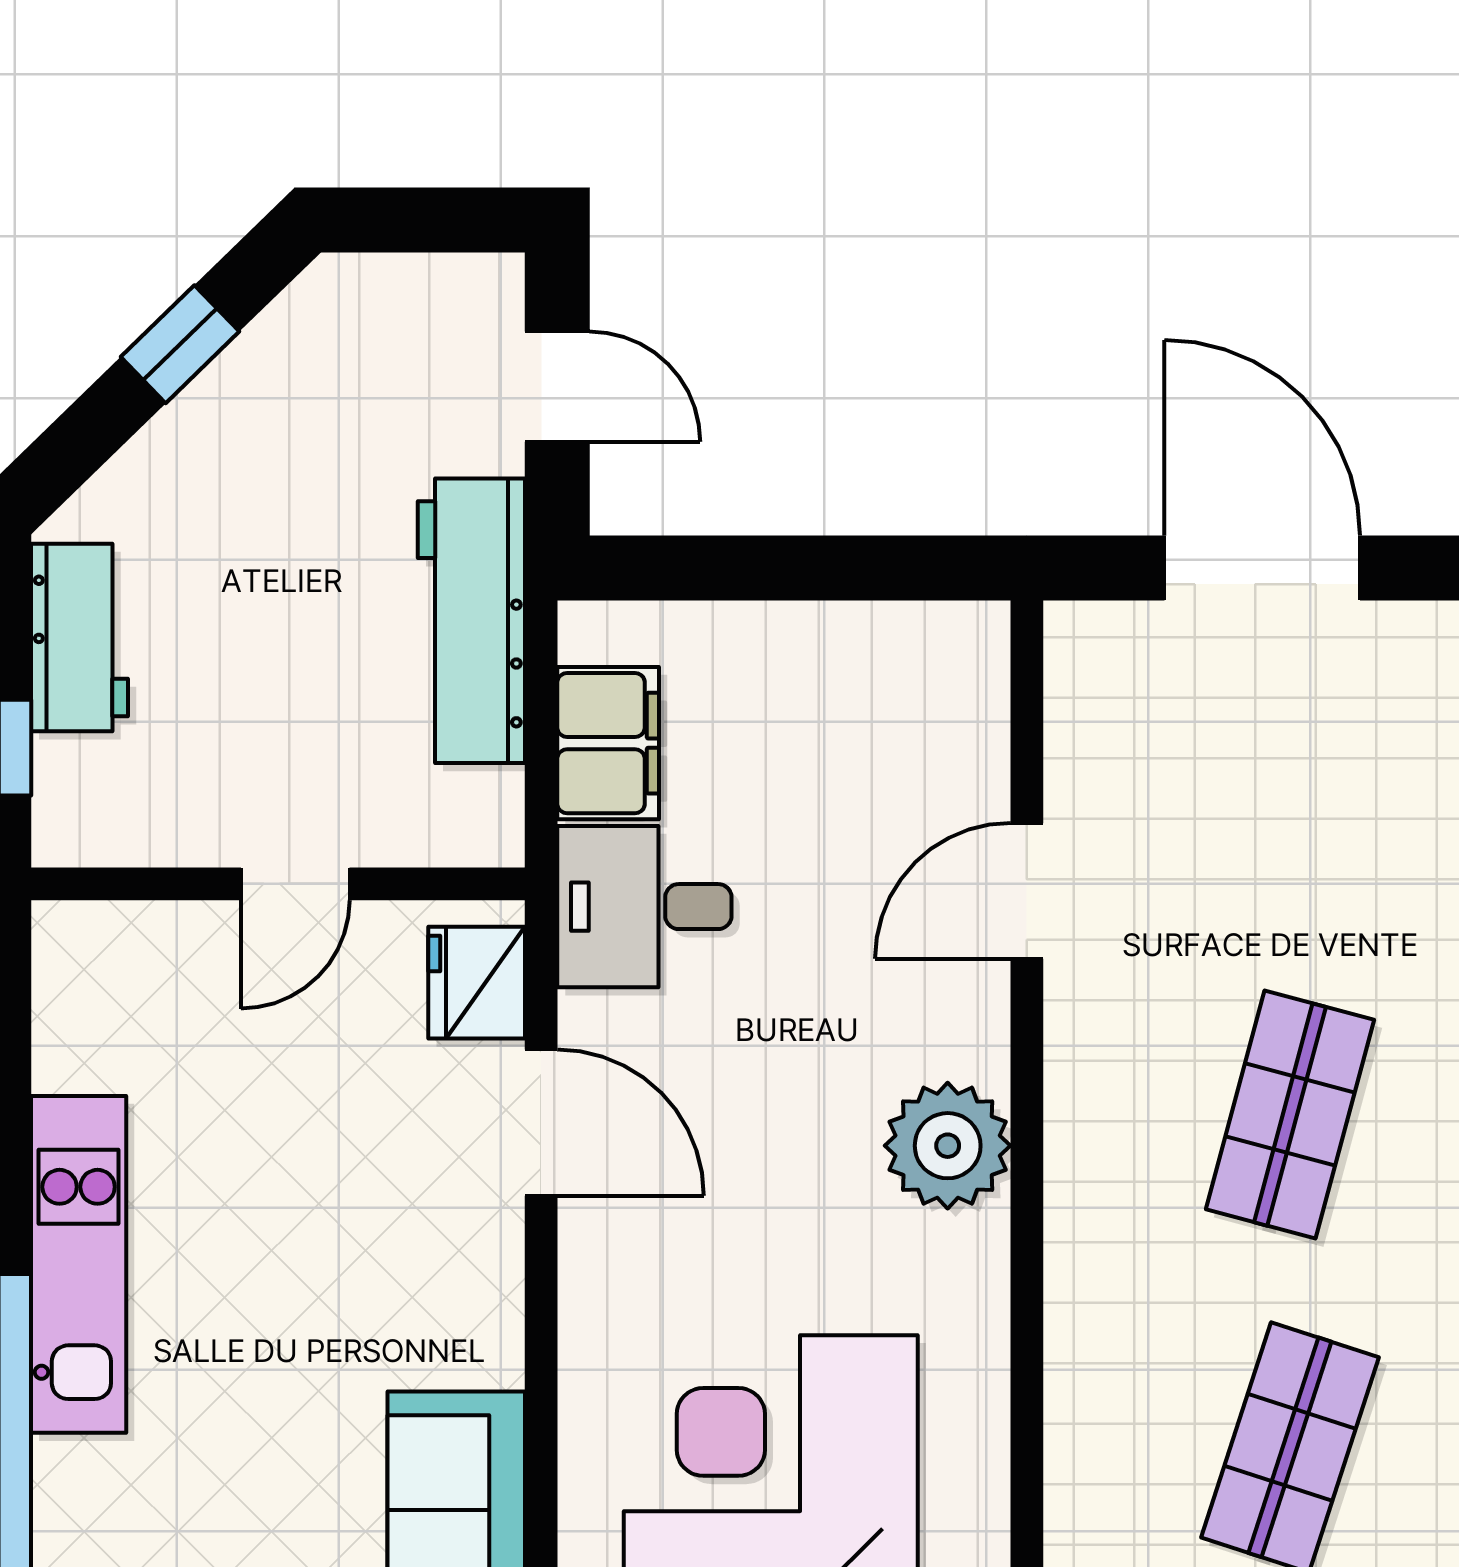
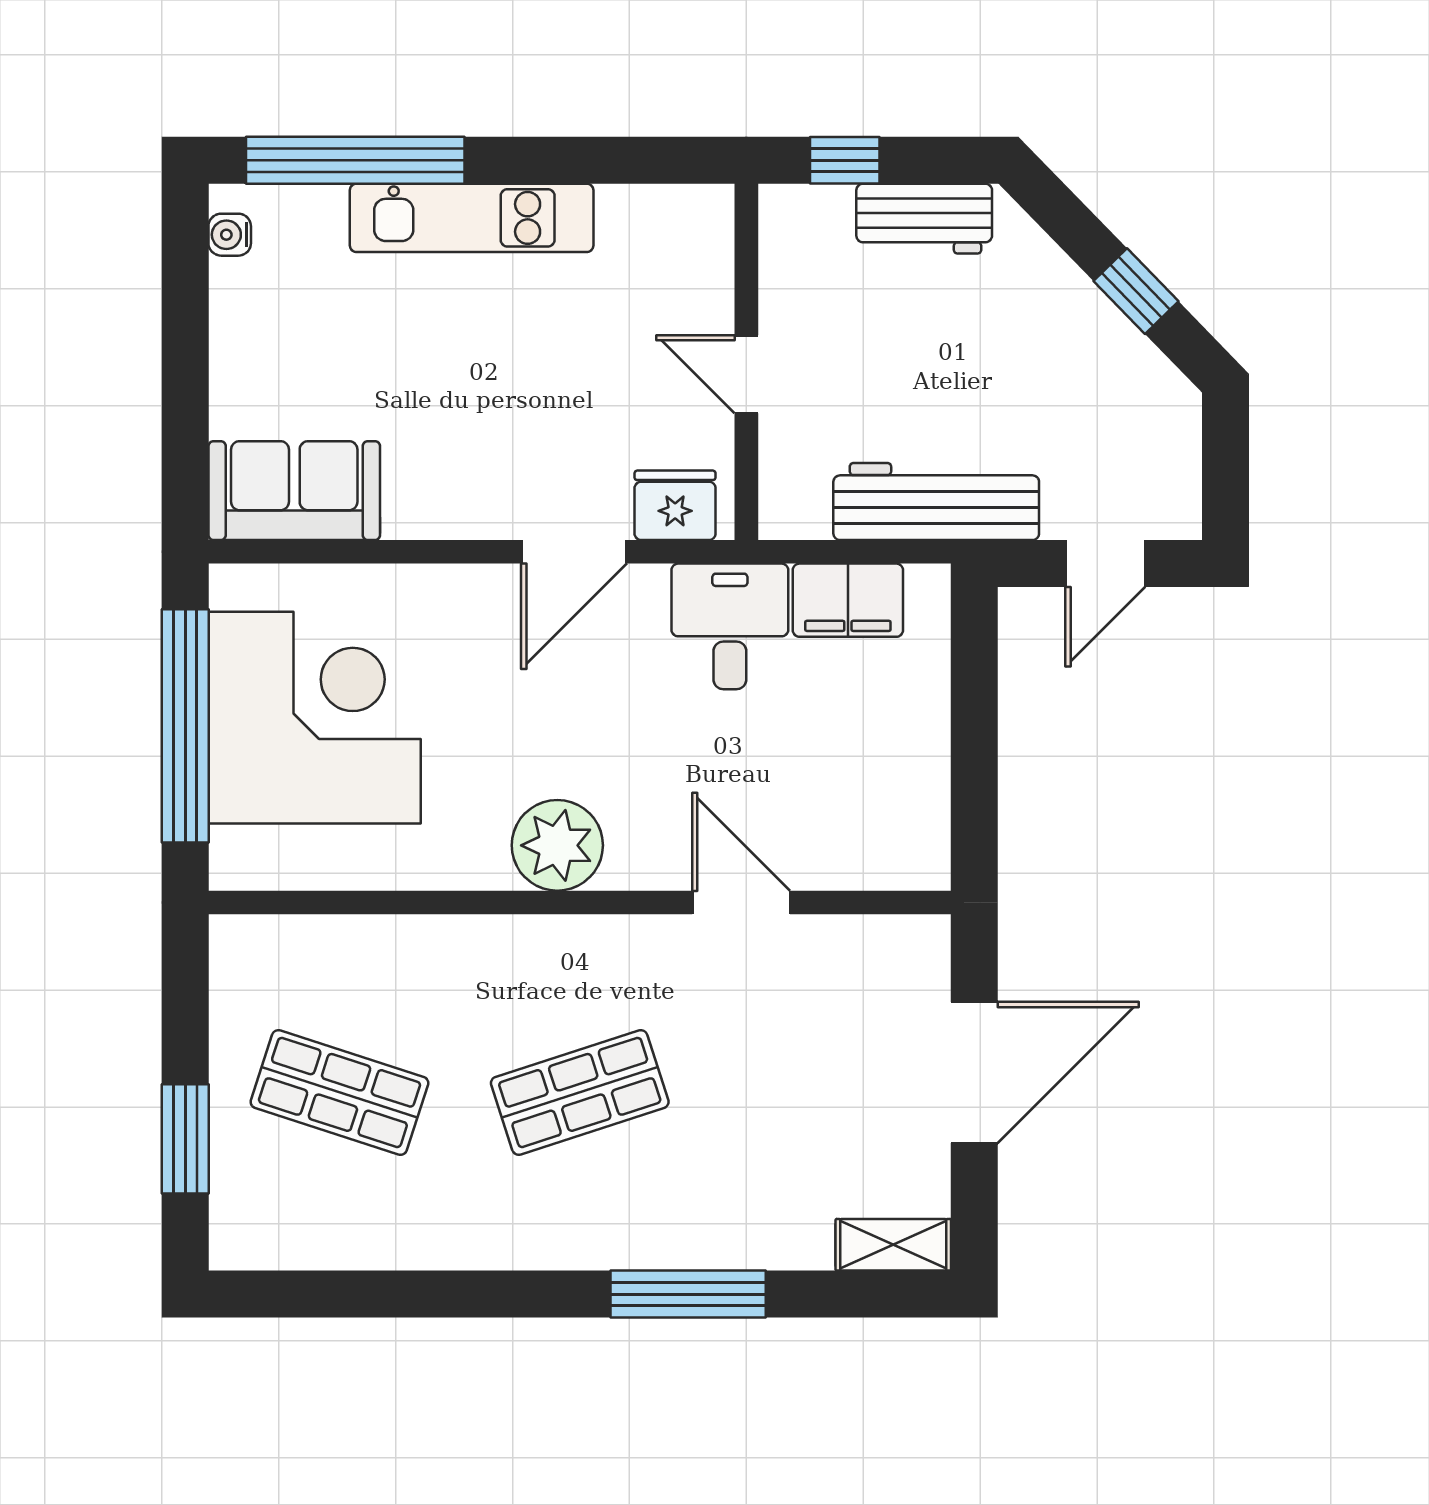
shop shelf: (1290, 1115) -> (580, 1092), turned -33

